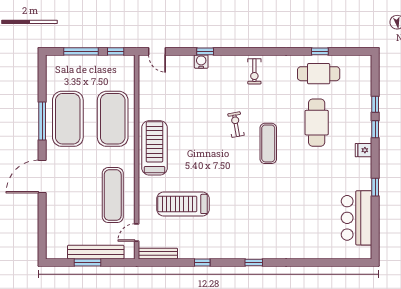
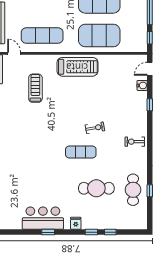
water cooler: (201, 62) -> (142, 85), moved
treadmill: (183, 204) -> (35, 88), width x0.73, depth x0.73
bar counter: (357, 218) -> (43, 218), moved

